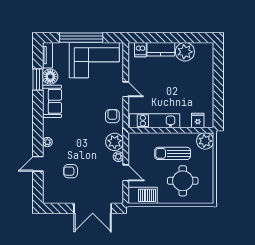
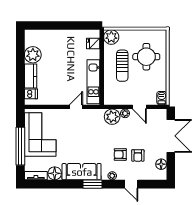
window: (38, 79) -> (92, 184), moved
door: (126, 89) -> (76, 107), moved
sofa: (52, 101) -> (82, 172), width x1.36
armchair: (112, 116) -> (120, 154), moved
door: (126, 173) -> (139, 107), swing flipped
barbecue: (143, 195) -> (162, 98), width x0.53, depth x0.65
floor lamp: (61, 198) -> (161, 164), added

